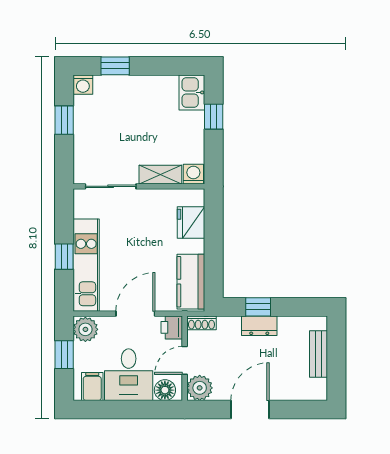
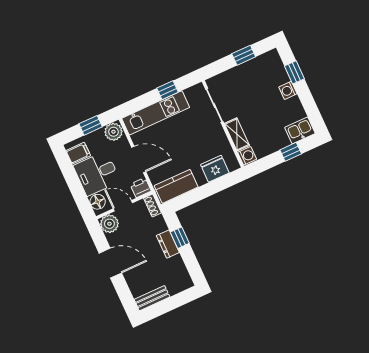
washing machine: (83, 85) -> (288, 90), moved
window: (64, 257) -> (168, 90), moved
bench: (319, 354) -> (152, 298), moved

